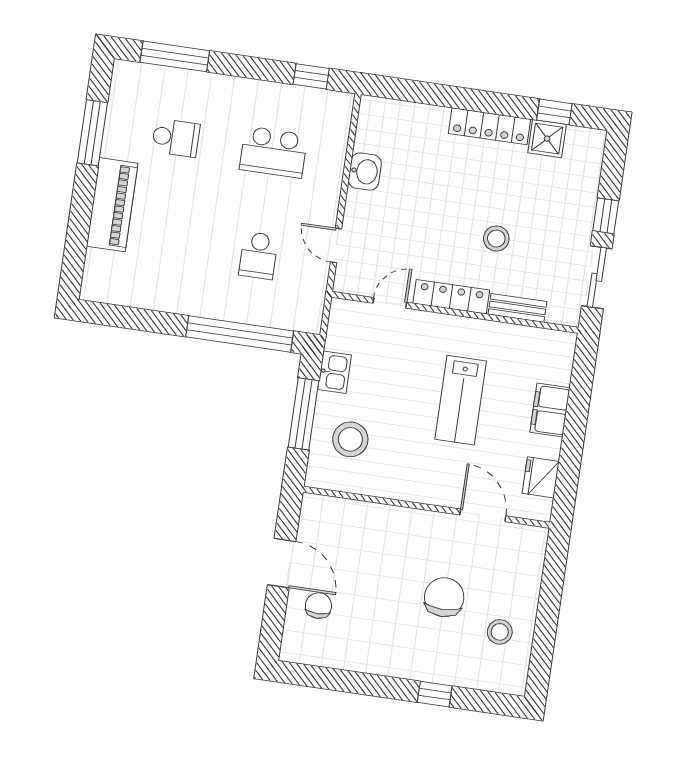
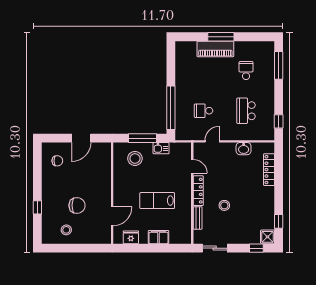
locker: (489, 126) -> (269, 170), moved
window: (92, 133) -> (221, 37), moved
school desk: (176, 138) -> (246, 71), turned 180
shower: (547, 139) -> (267, 237), moved
window: (606, 216) -> (256, 248), moved
chair: (318, 606) -> (57, 161), moved

